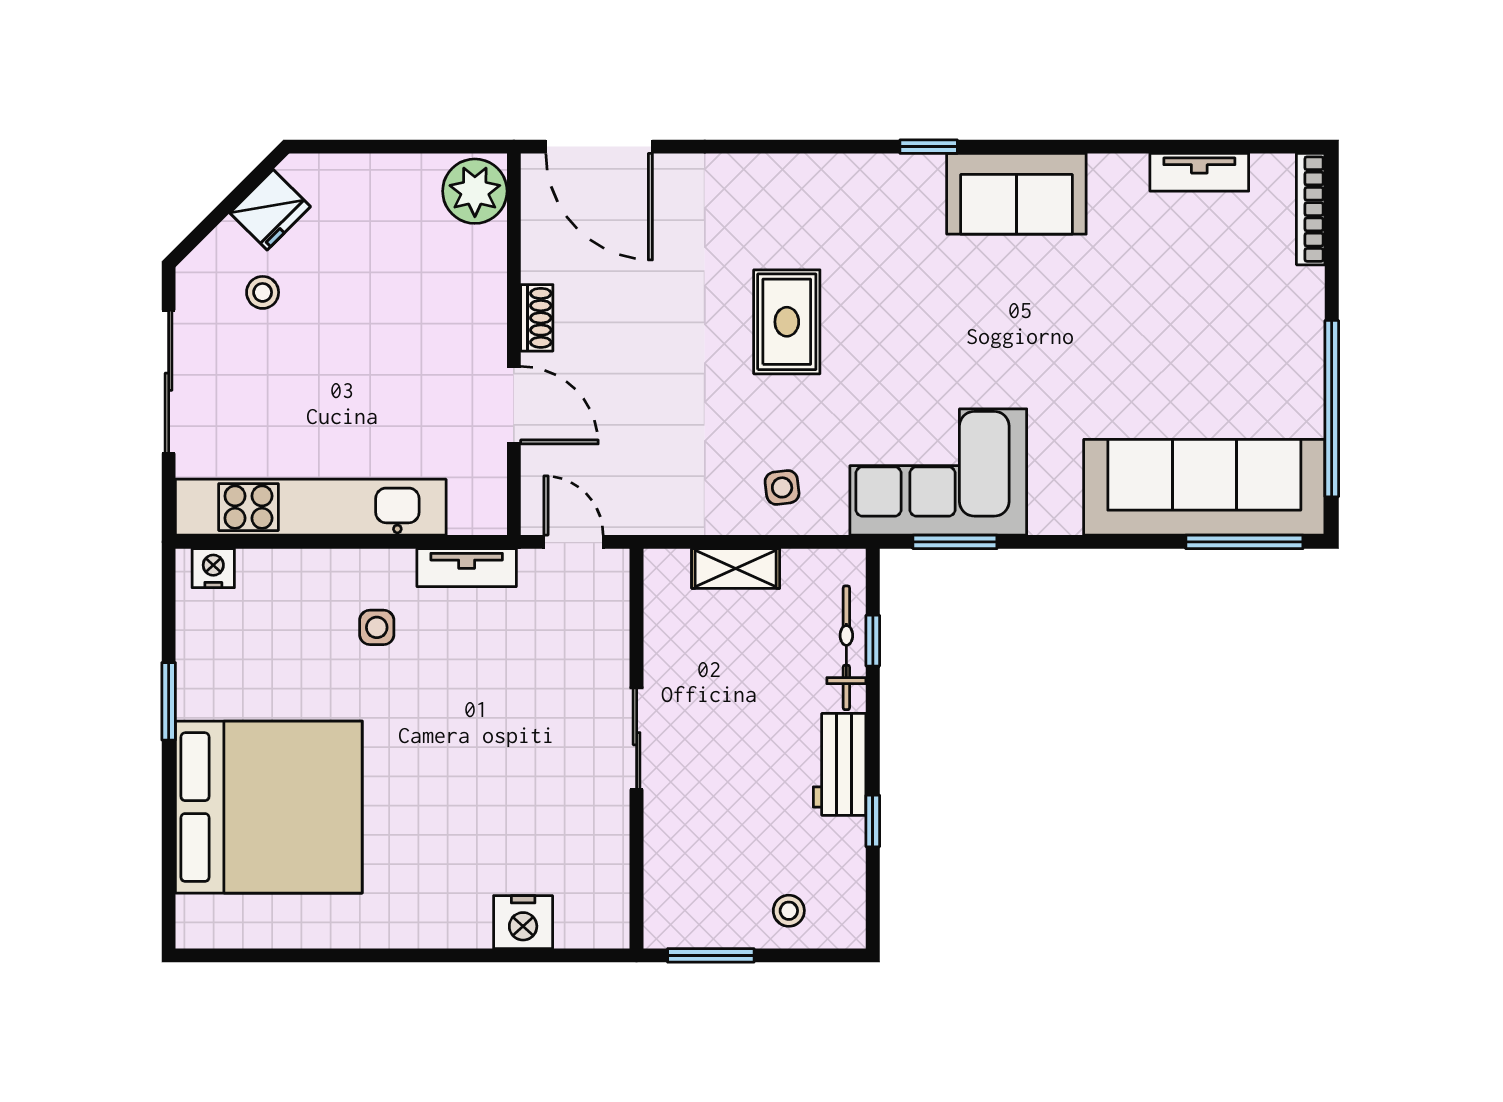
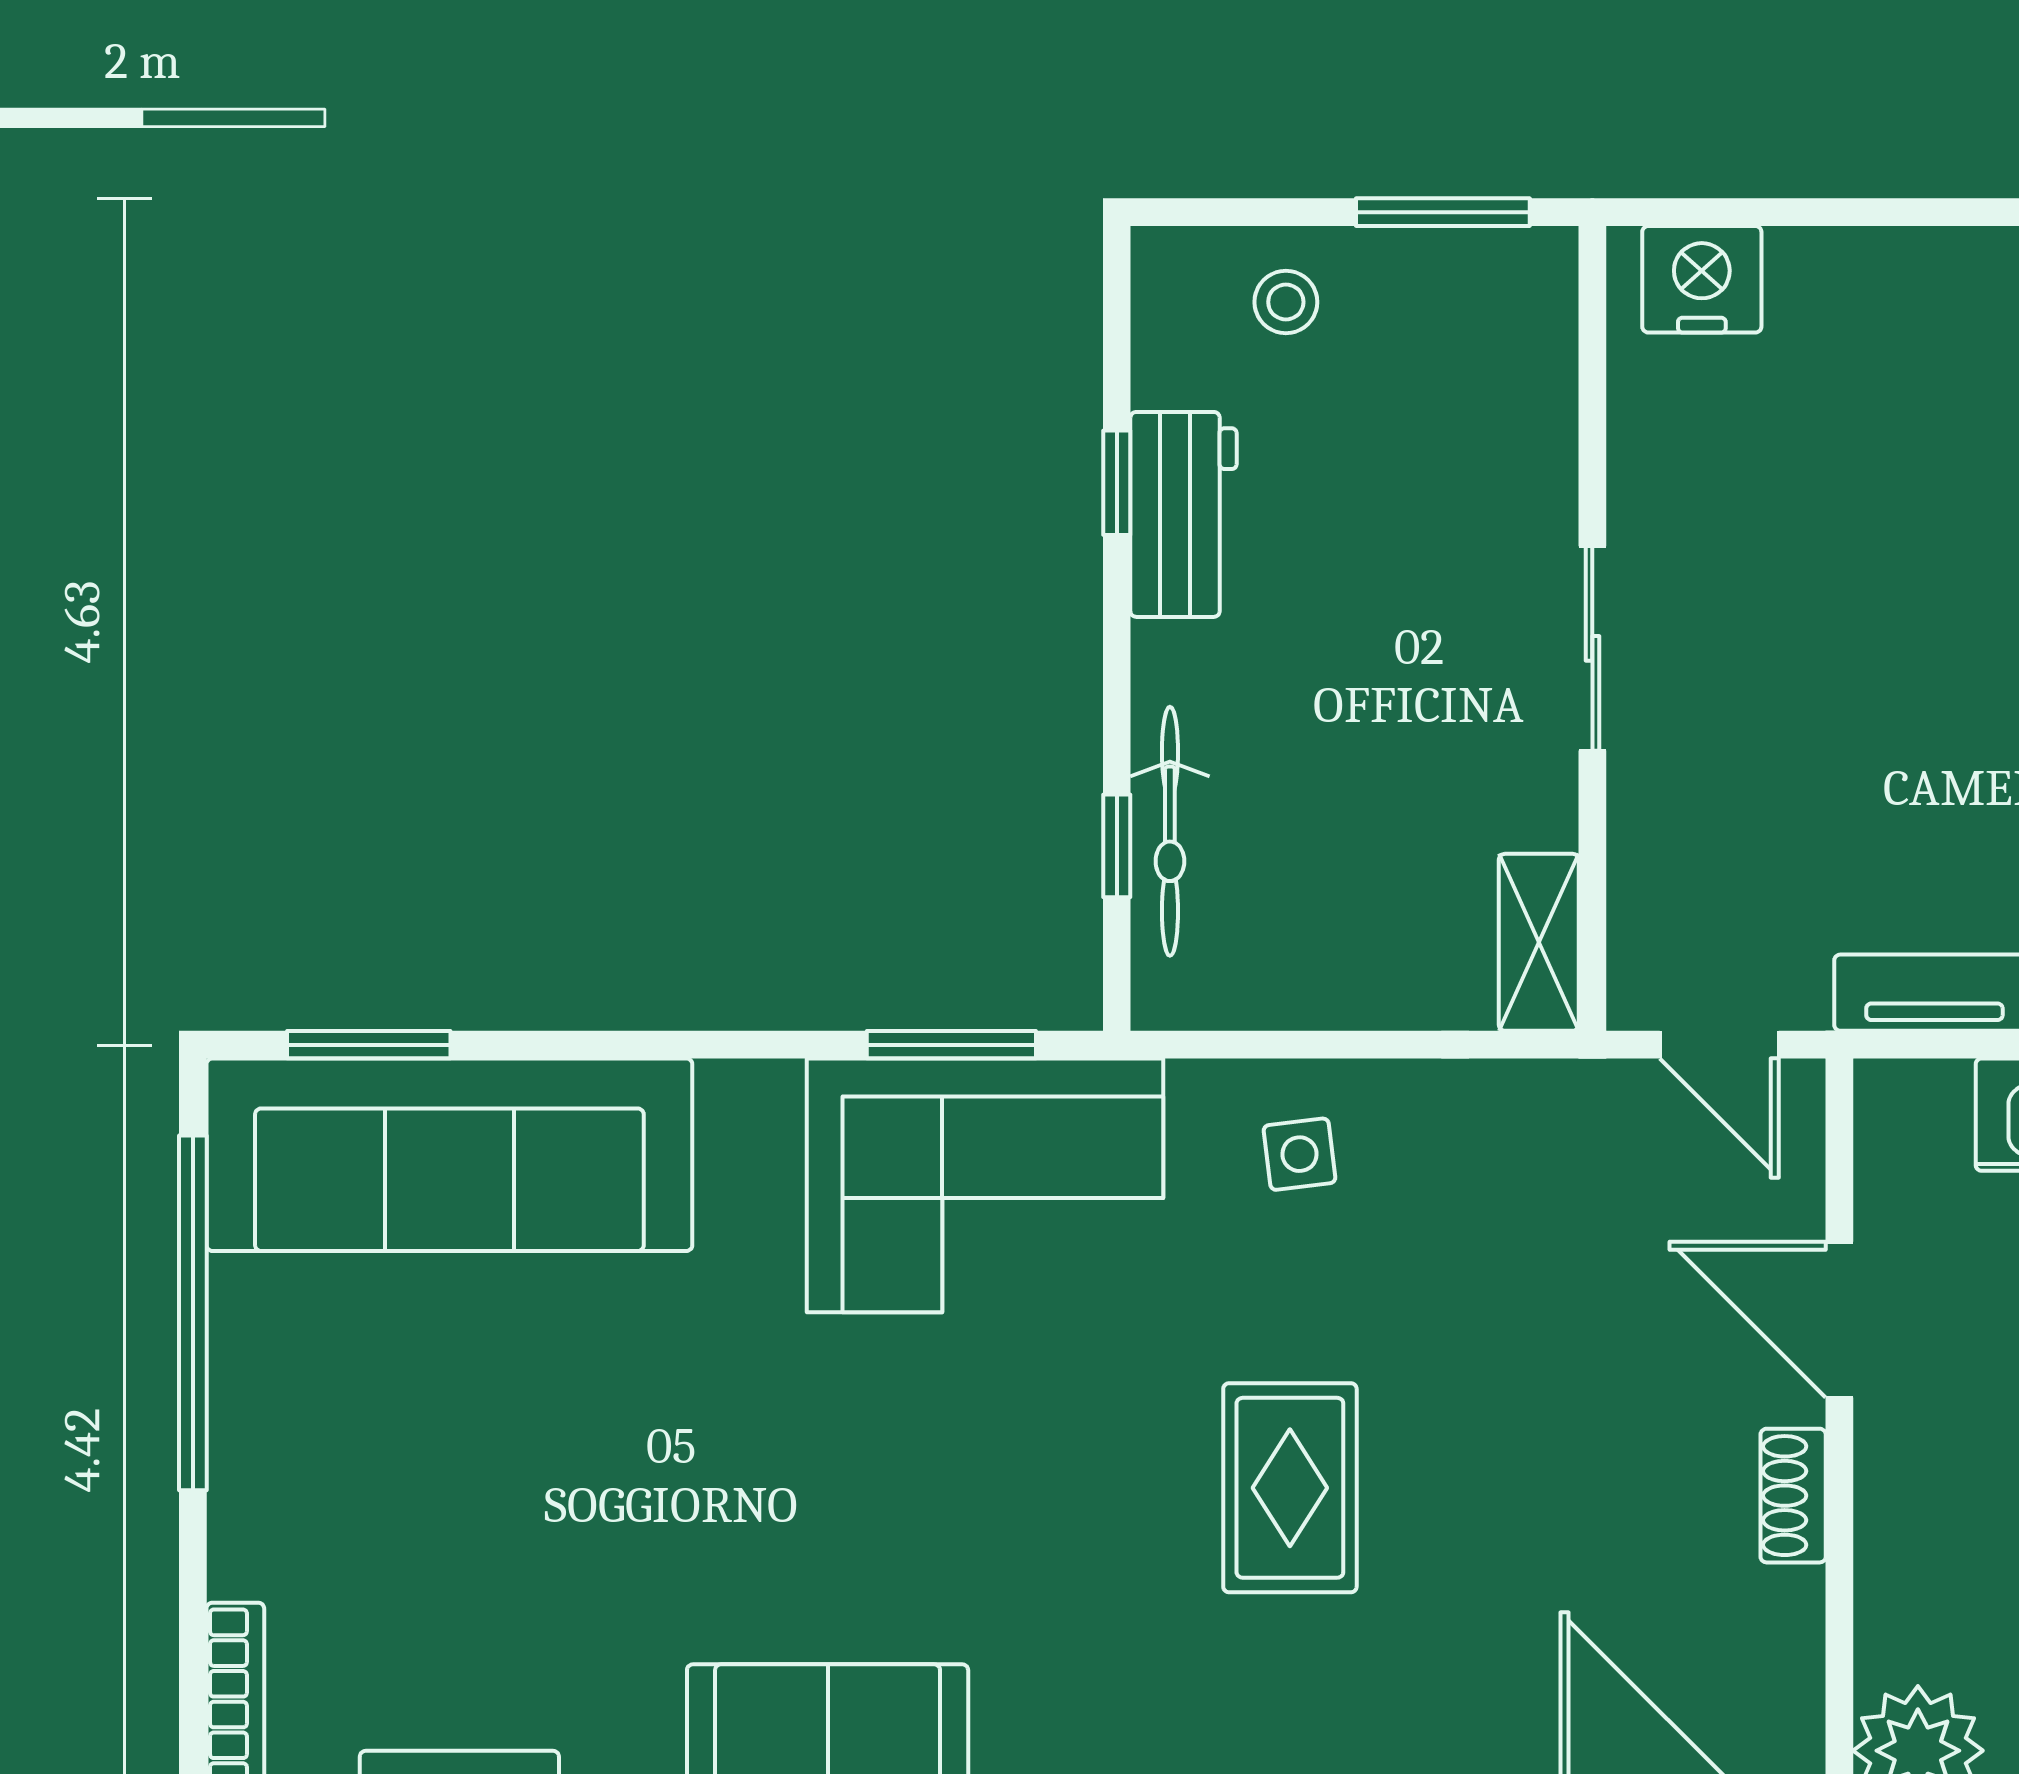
window: (1244, 542) -> (369, 1045), width x0.69
shelving: (736, 569) -> (1539, 942), moved, turned 90
workbench: (840, 764) -> (1184, 514), moved
nightstand: (523, 922) -> (1702, 279), moved

